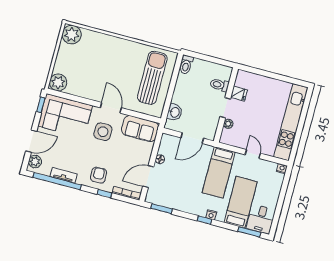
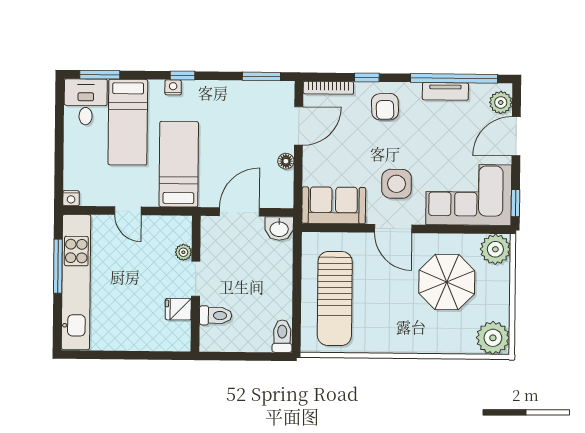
parasol: (89, 71) -> (447, 282), added
washbasin: (175, 112) -> (279, 229), moved, turned -90
window: (298, 133) -> (58, 266), added

